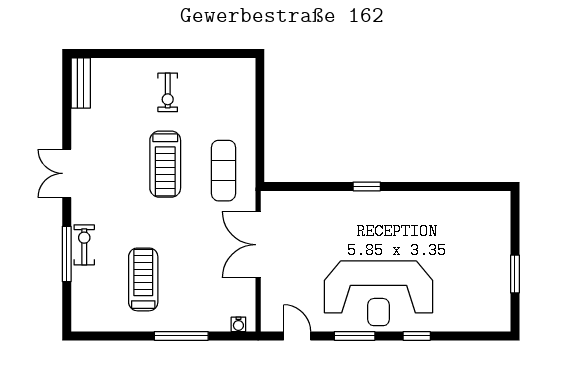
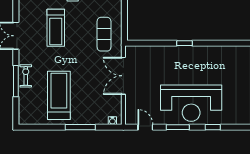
treadmill: (165, 164) -> (56, 28), moved
treadmill: (143, 279) -> (59, 95), width x1.37, depth x1.38

